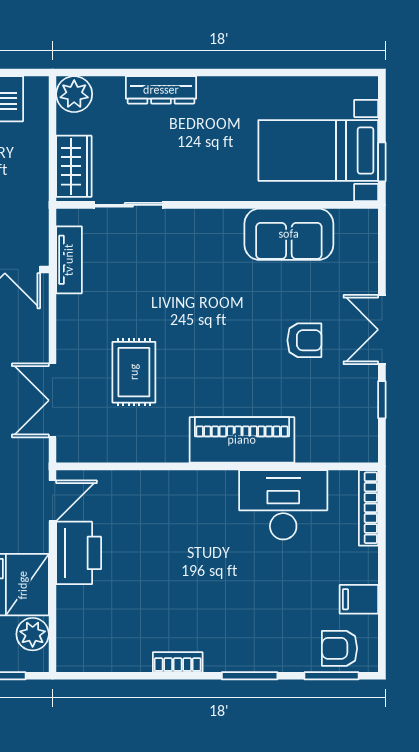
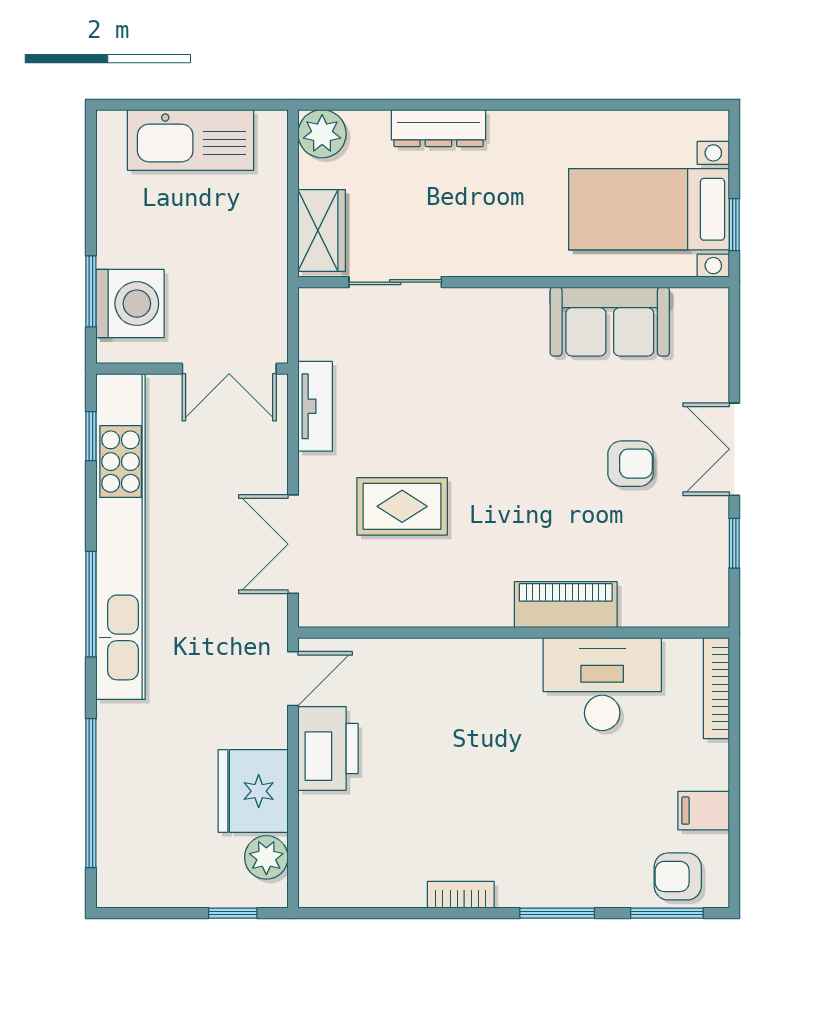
tv unit: (69, 260) -> (315, 406), moved
rug: (134, 372) -> (402, 506), turned 90
piano: (242, 440) -> (566, 605), width x0.73, depth x0.75

